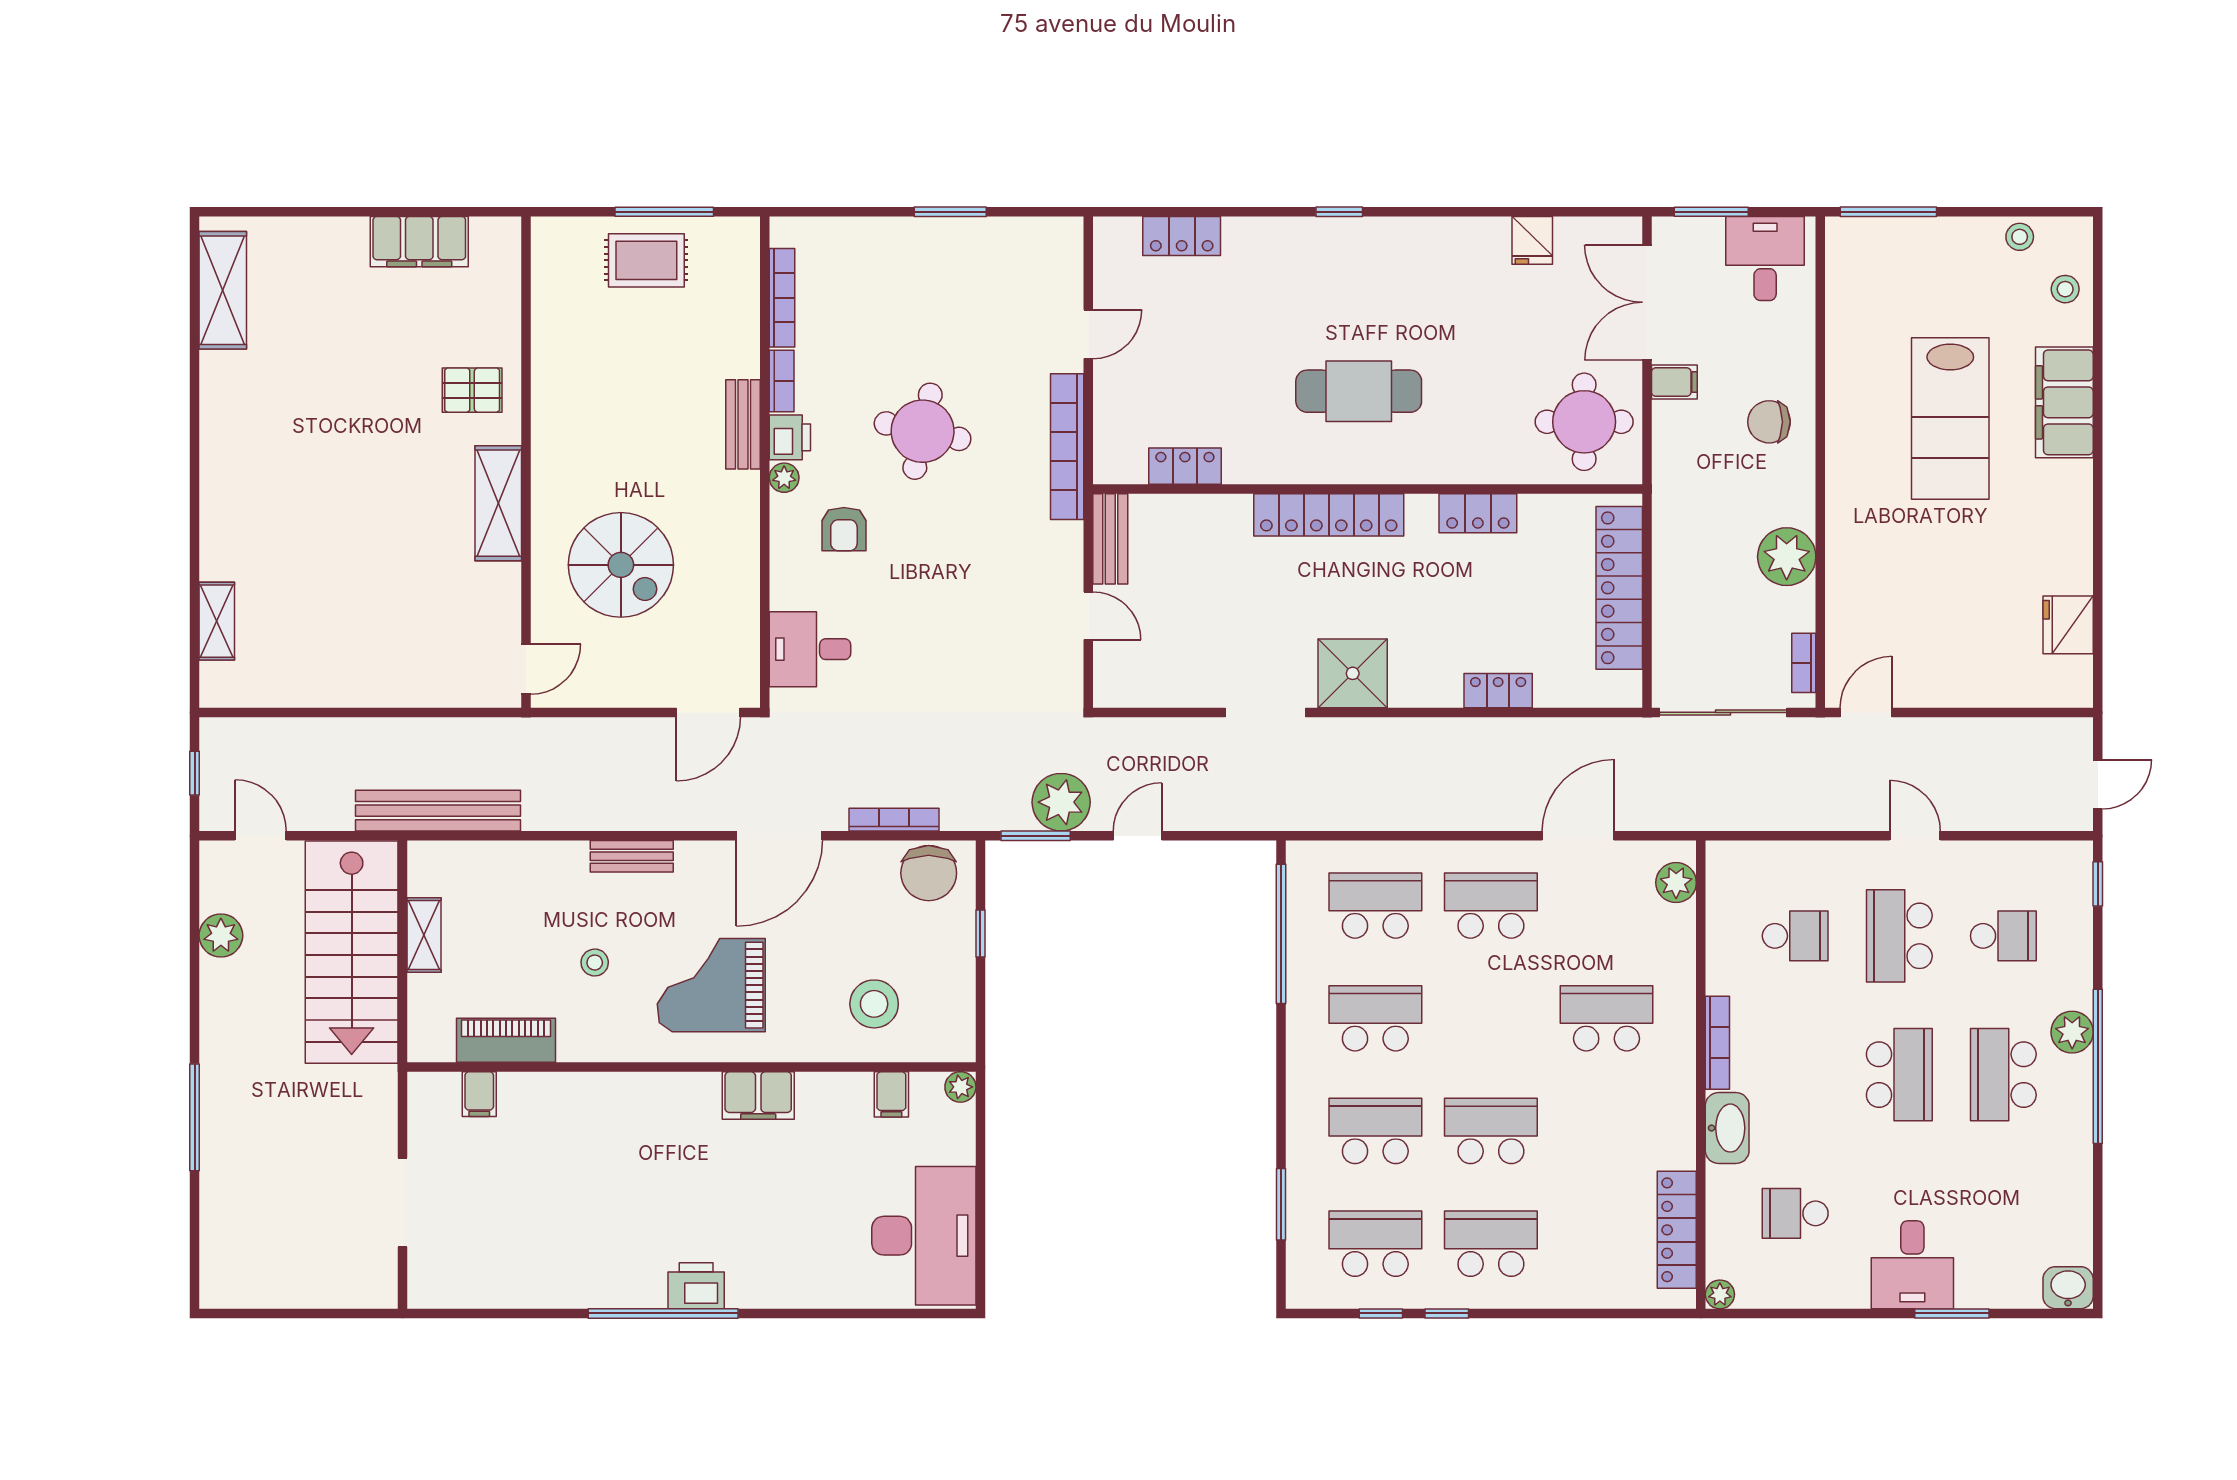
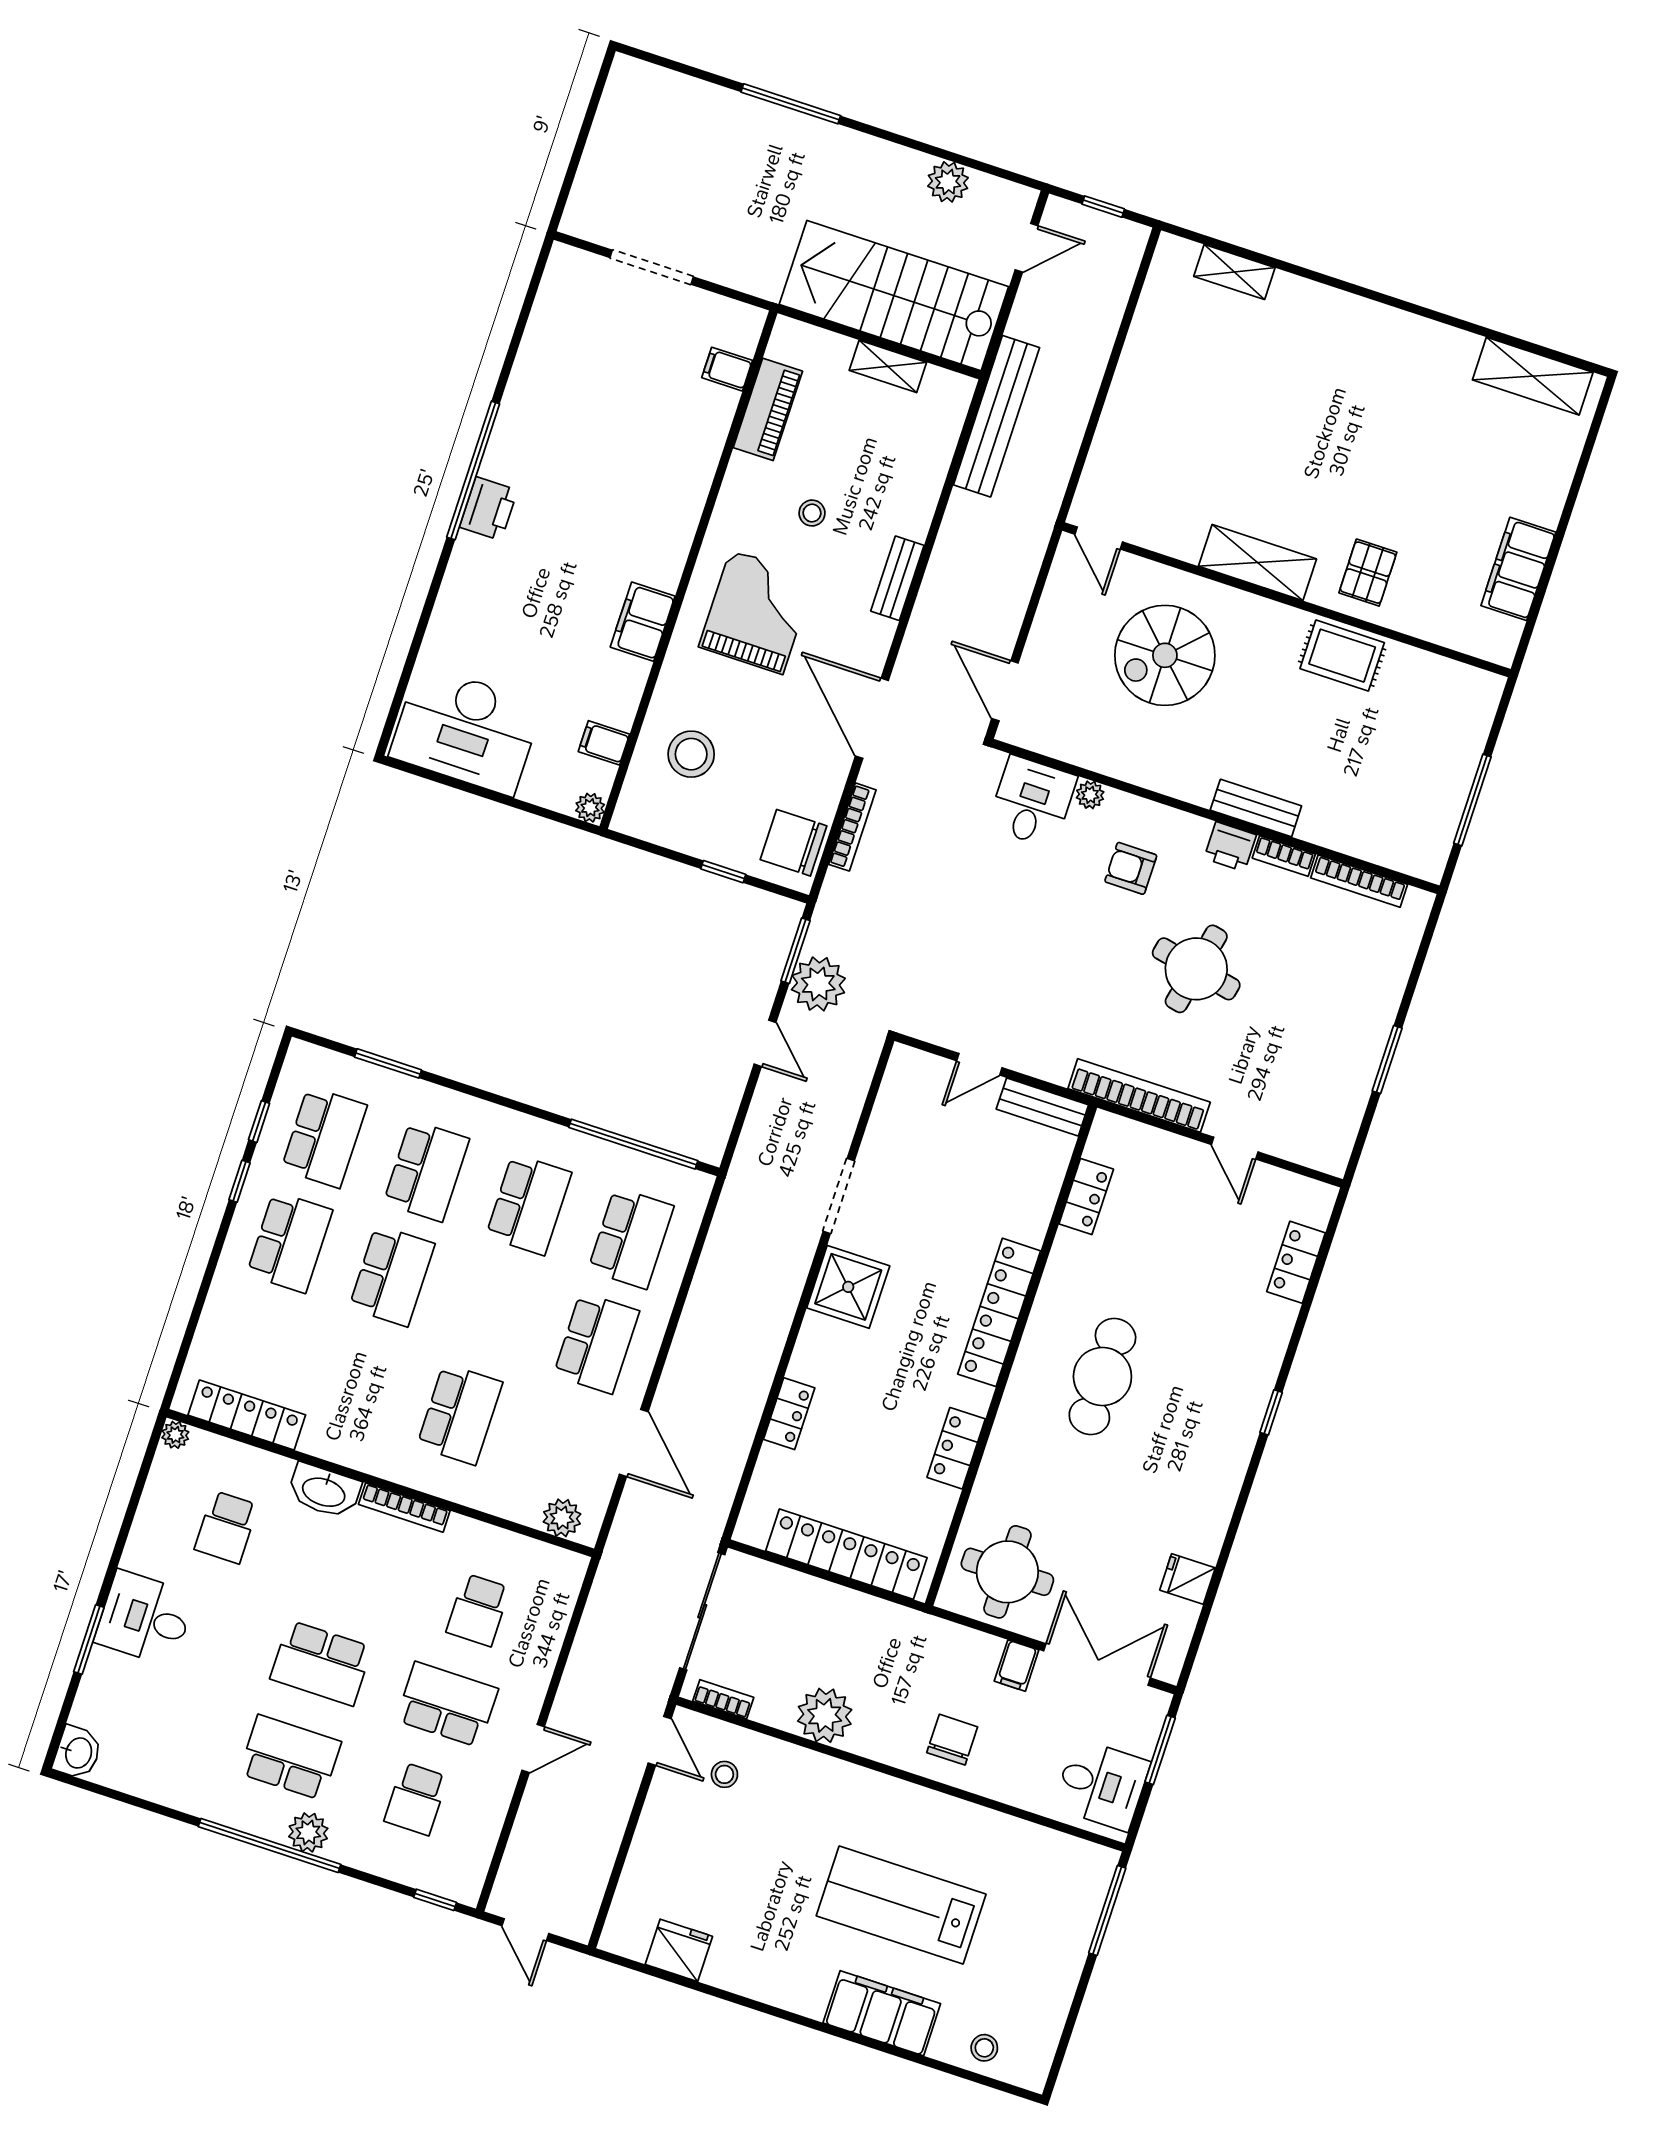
stool: (2020, 237) -> (724, 1774), moved
rug: (646, 260) -> (1342, 656), moved, turned 90
plant: (784, 478) -> (1090, 795), moved
school desk: (1795, 1213) -> (226, 1527), turned 180

